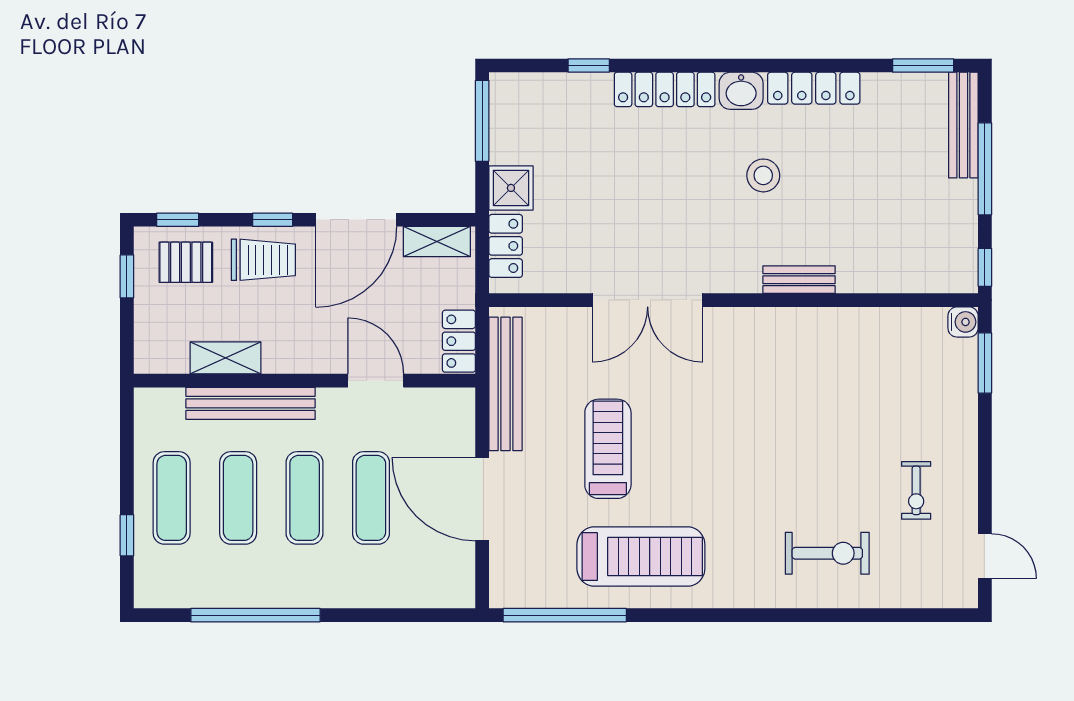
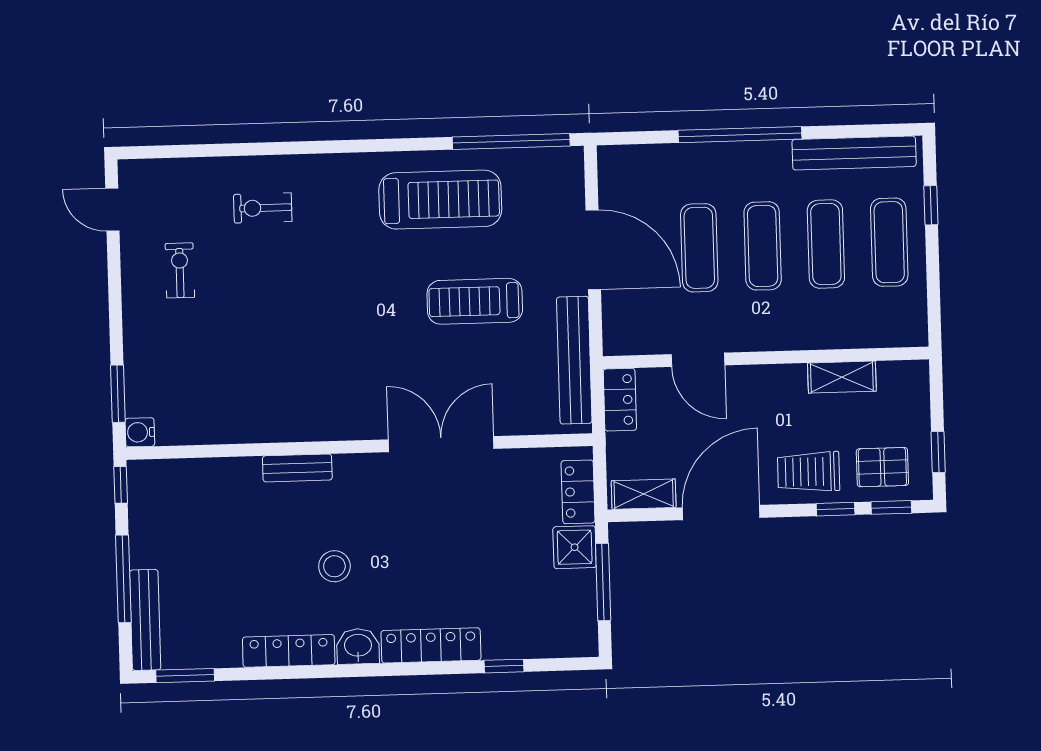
window: (482, 121) -> (603, 582), moved
window: (273, 220) -> (836, 509), moved
bench: (251, 403) -> (854, 153), moved
treadmill: (608, 449) -> (475, 301), turned 90
exercise bike: (827, 553) -> (263, 208), width x0.73, depth x0.72
treadmill: (641, 557) -> (440, 200), turned 180
window: (255, 615) -> (740, 135), moved

